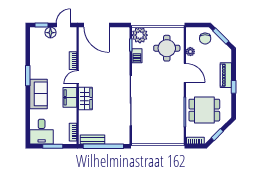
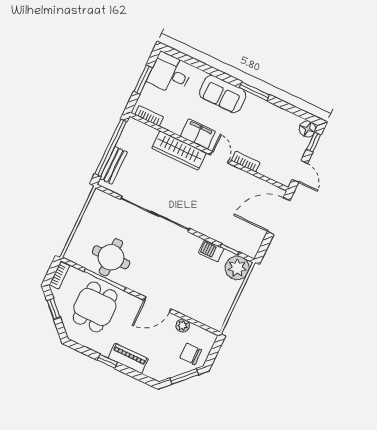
floor lamp: (50, 33) -> (307, 129), moved
round table: (167, 48) -> (111, 257), moved
wardrobe: (85, 98) -> (179, 150), width x1.50
bench: (93, 140) -> (114, 165), moved

